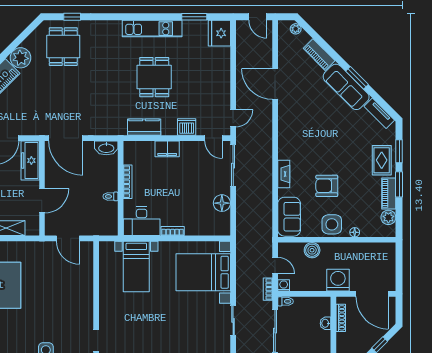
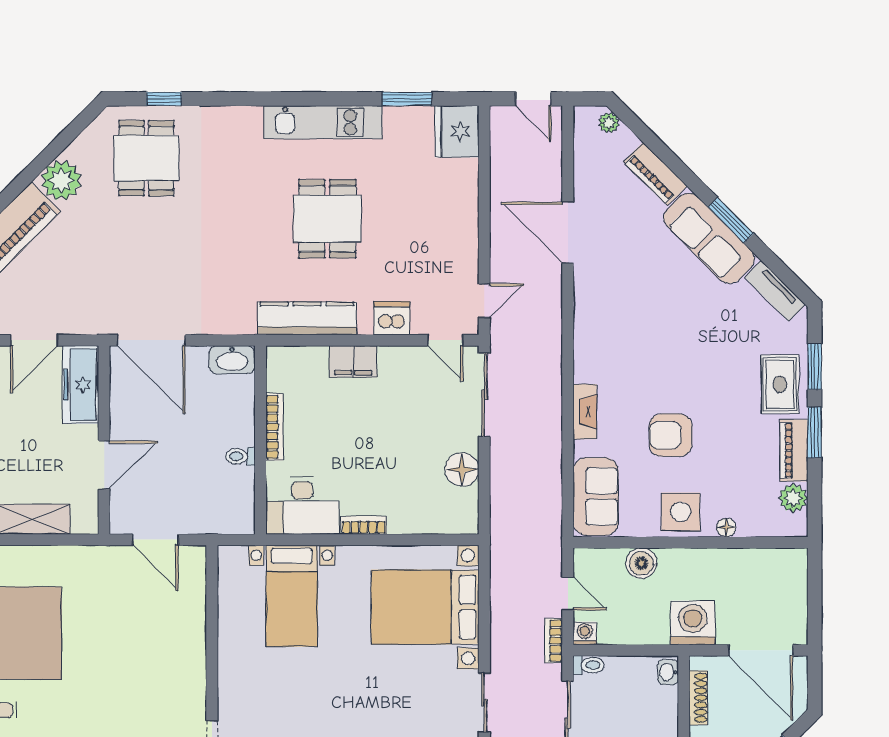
kitchen counter: (144, 127) -> (307, 318), width x1.50
washbasin: (325, 323) -> (668, 672), moved

